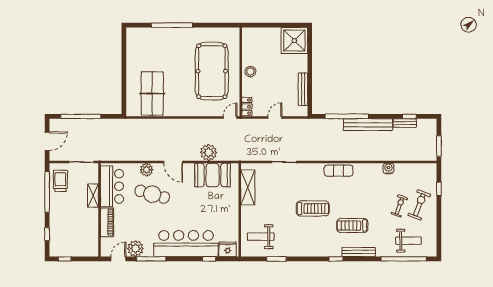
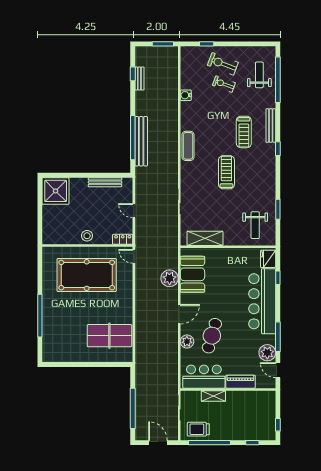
bench: (368, 125) -> (141, 141), moved

